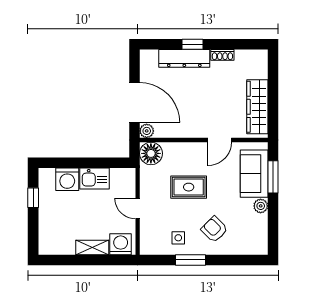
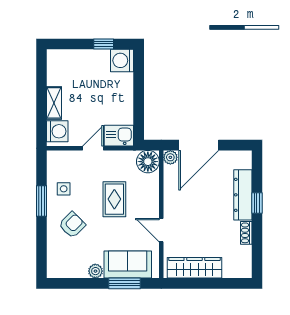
kitchen sink: (95, 178) -> (119, 136), moved, turned 90
washing machine: (67, 179) -> (122, 60), moved

